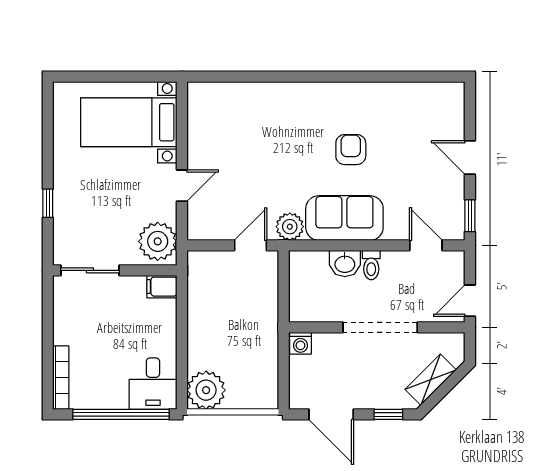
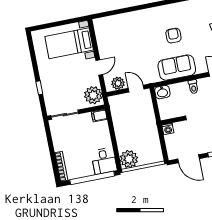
plant: (290, 227) -> (118, 83), moved
door: (250, 245) -> (136, 89), hinge flipped
washbasin: (345, 263) -> (162, 92), moved

